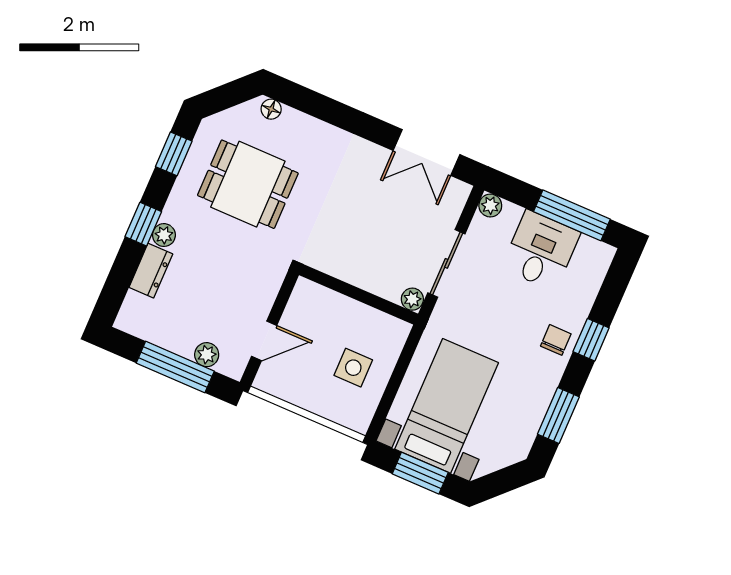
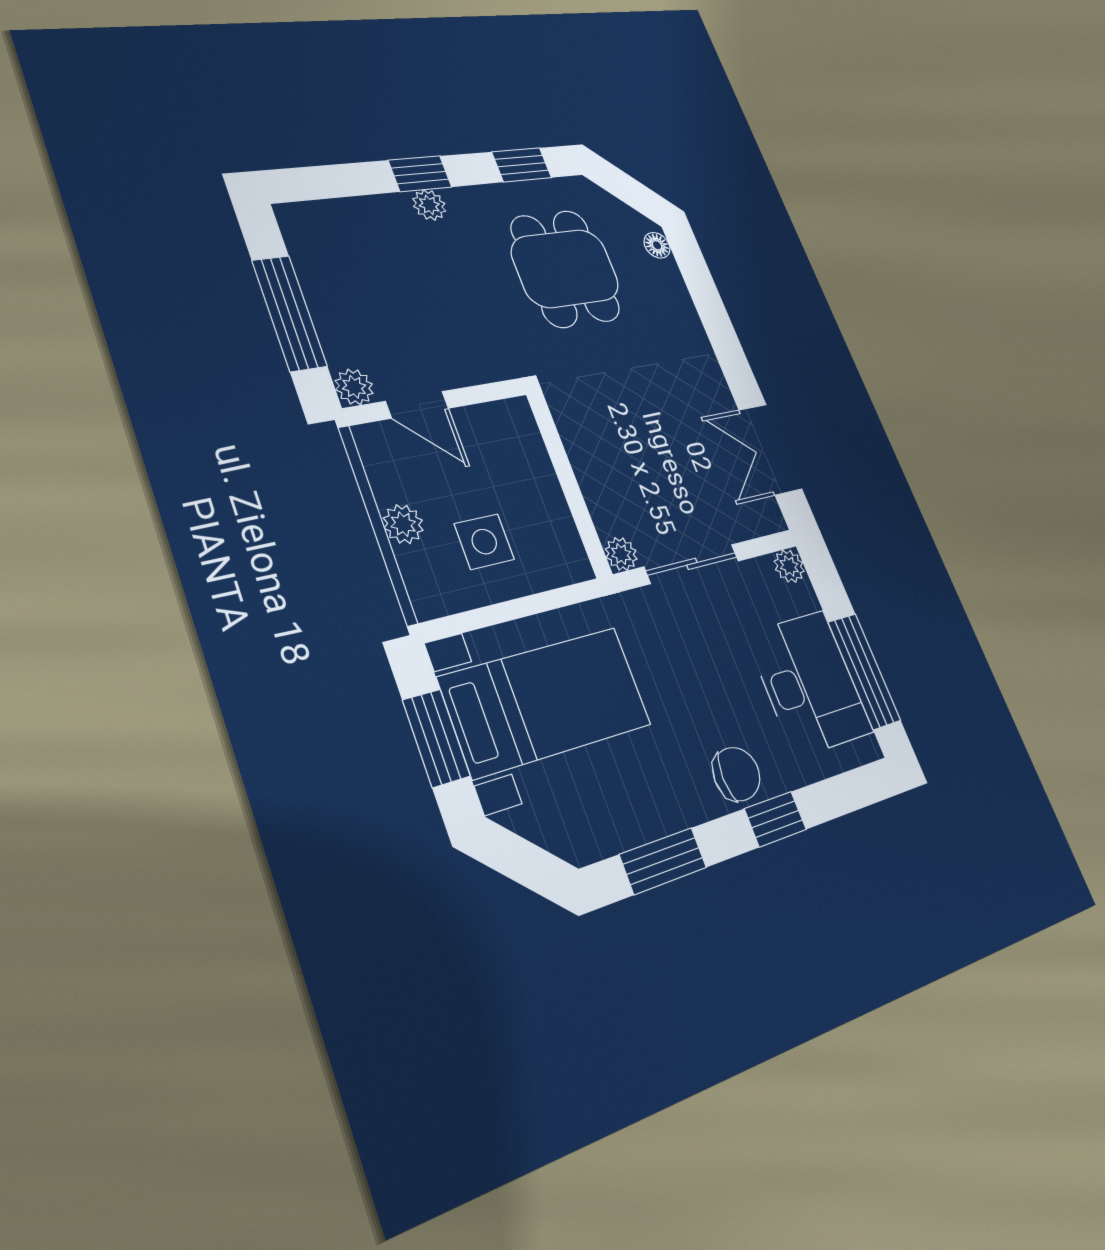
desk: (541, 250) -> (809, 683), width x1.37
dresser: (151, 271) -> (377, 213), removed
chair: (556, 340) -> (736, 774), width x1.37, depth x1.37
plant: (207, 355) -> (354, 387), moved
plant: (316, 401) -> (403, 524), added

